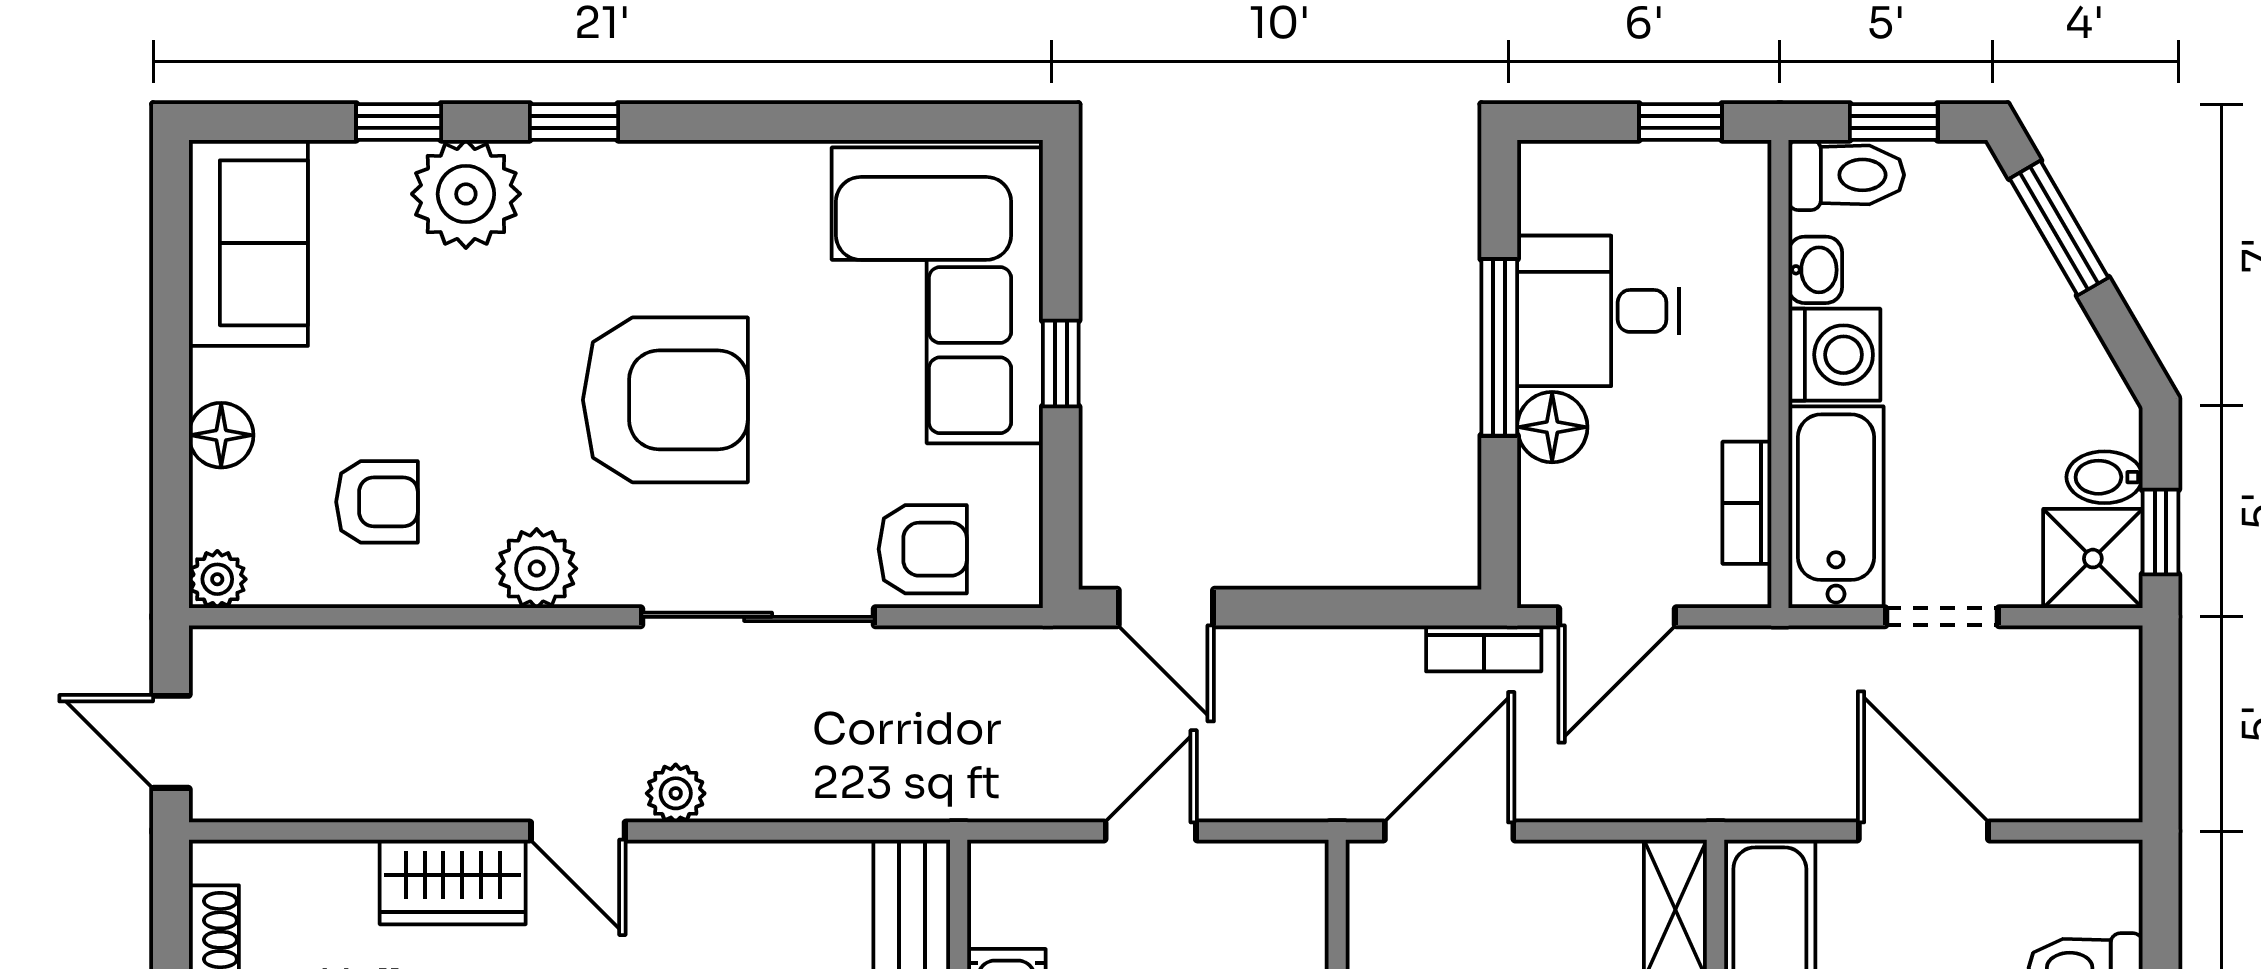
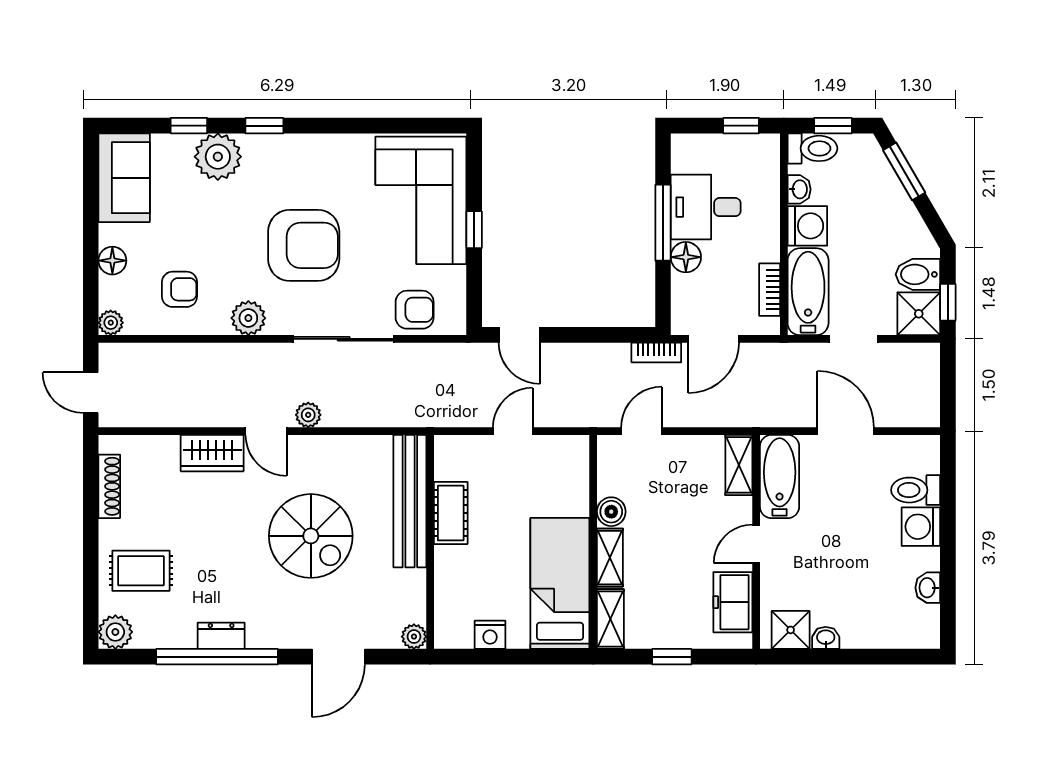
bidet: (2105, 477) -> (918, 274), width x1.38, depth x1.36
door: (1449, 831) -> (641, 431), width x0.73

